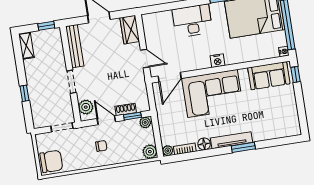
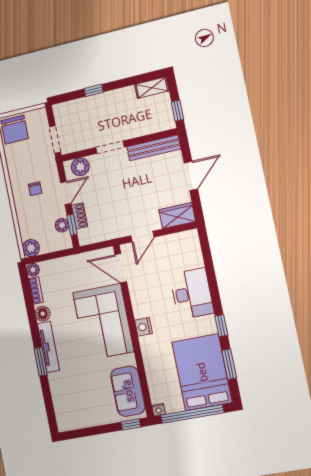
plant: (145, 122) -> (62, 225), moved

